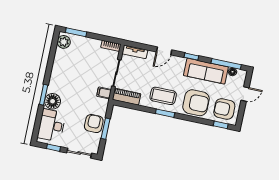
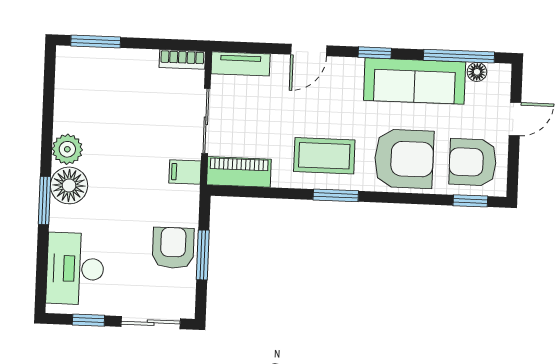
plant: (64, 42) -> (67, 149), moved
floor lamp: (53, 101) -> (69, 185), moved

